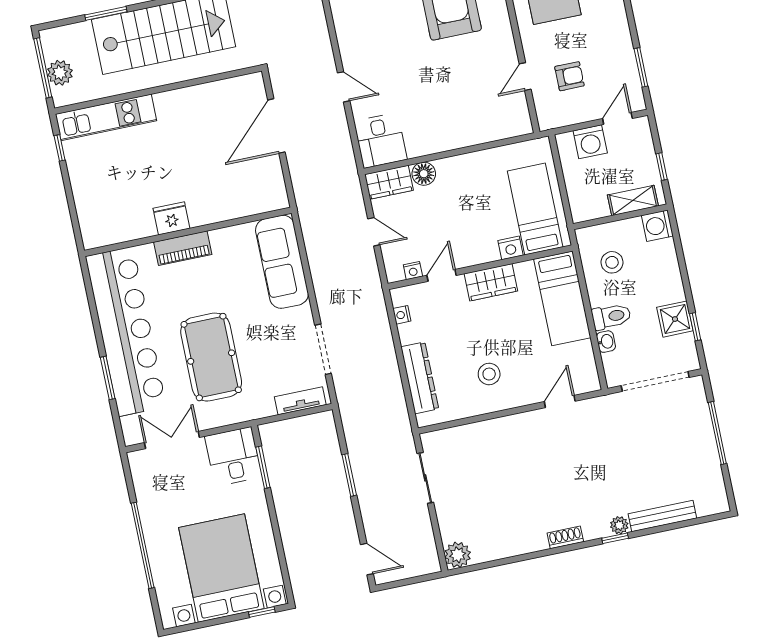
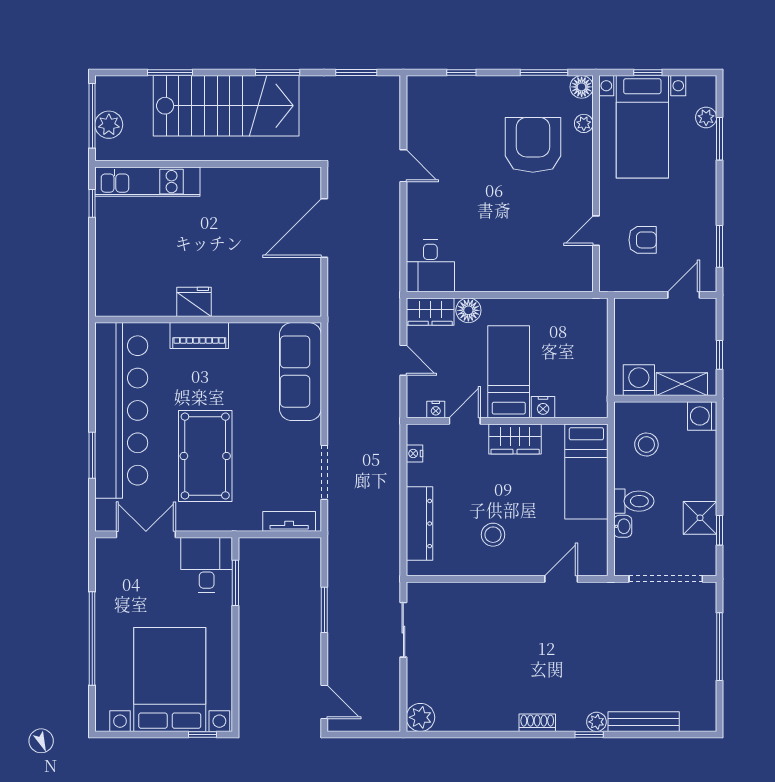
door: (344, 87) -> (403, 166), moved
washing machine: (590, 142) -> (639, 380), moved, turned 180
bed: (535, 209) -> (509, 372), moved

